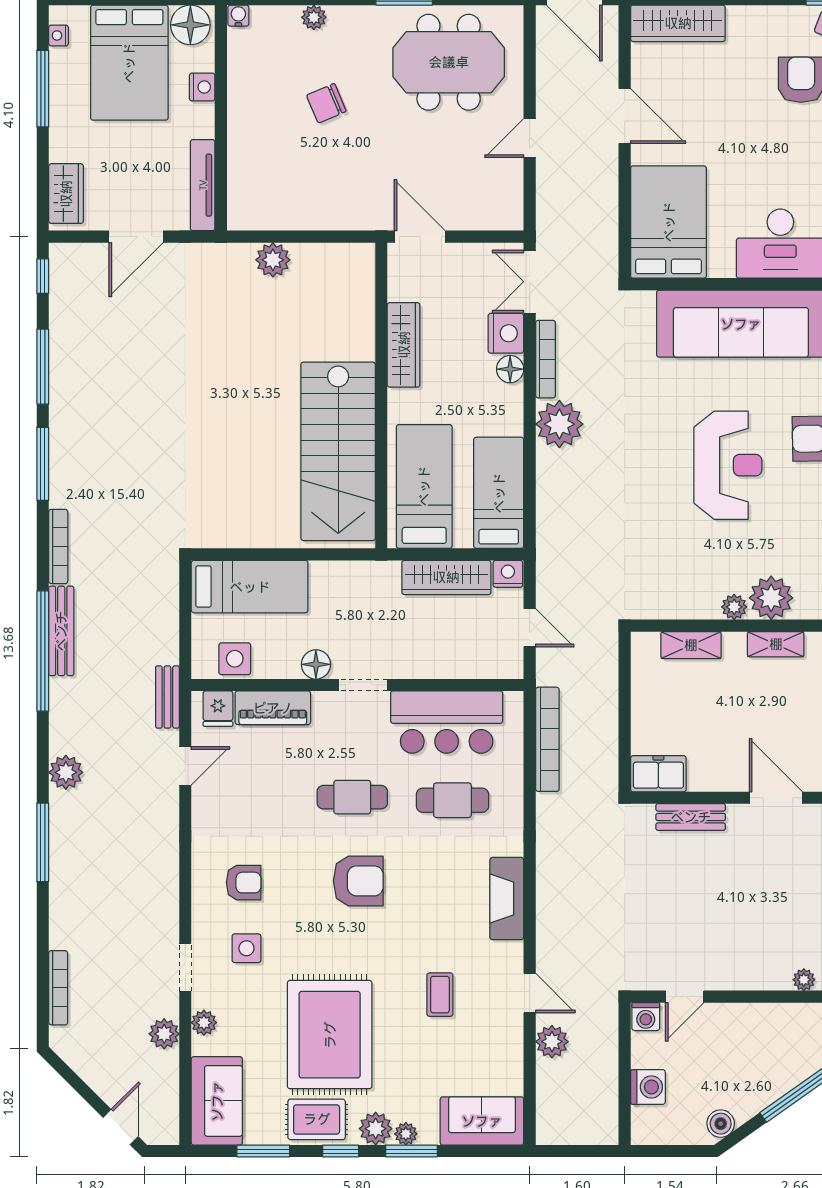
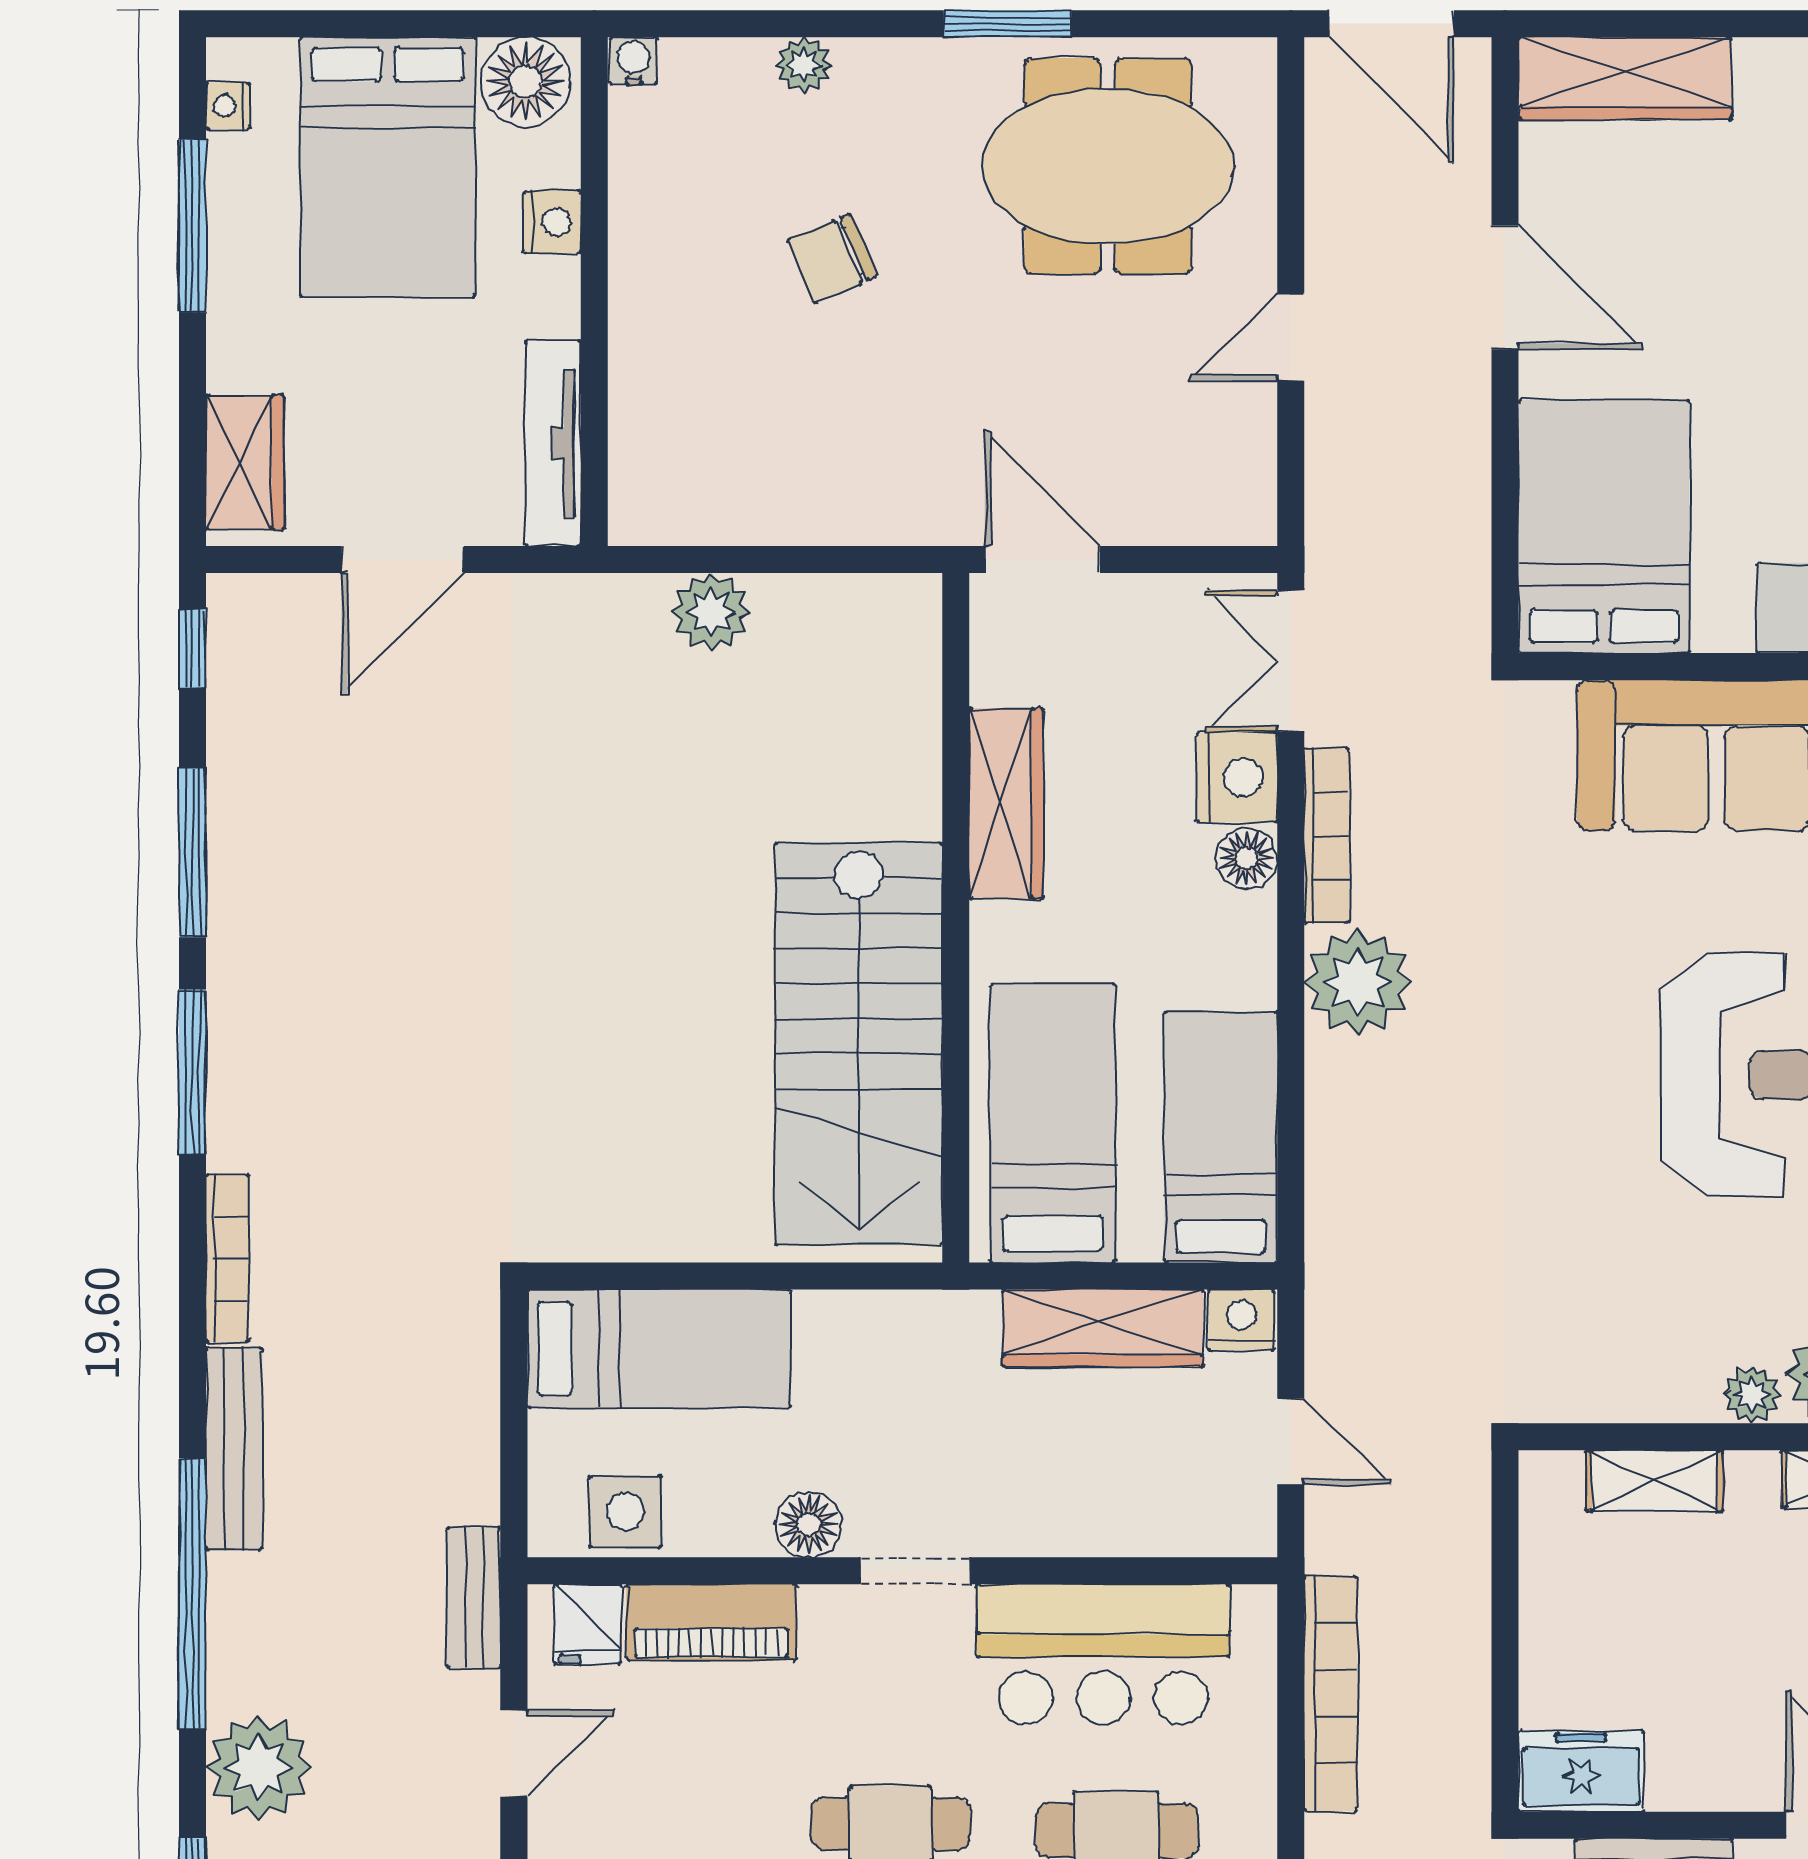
window: (43, 651) -> (192, 1594), moved
plant: (66, 772) -> (258, 1768), width x1.36, depth x1.36

